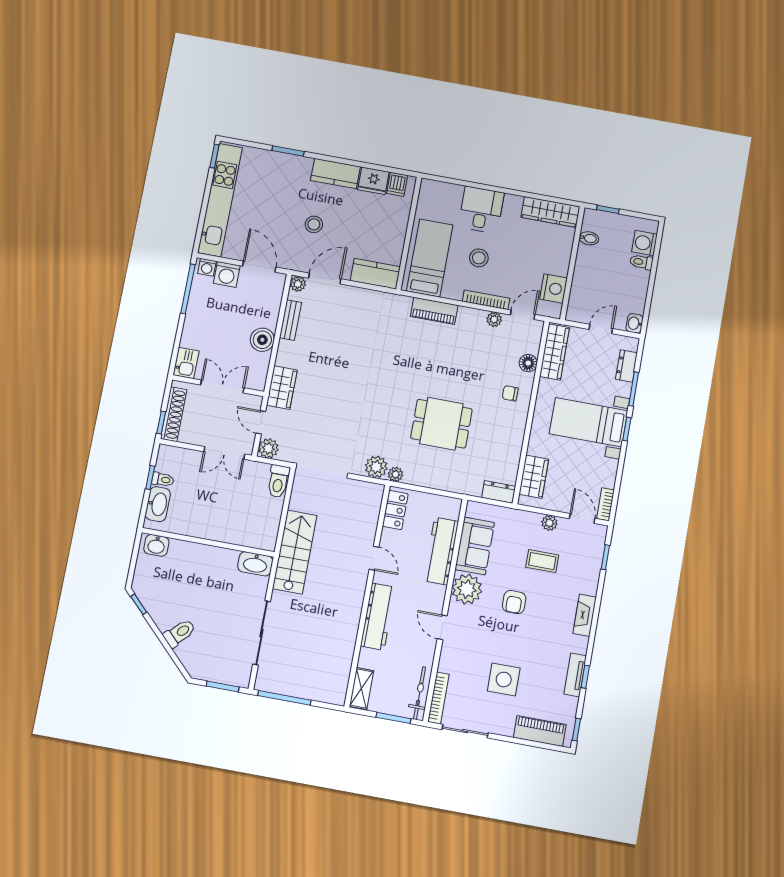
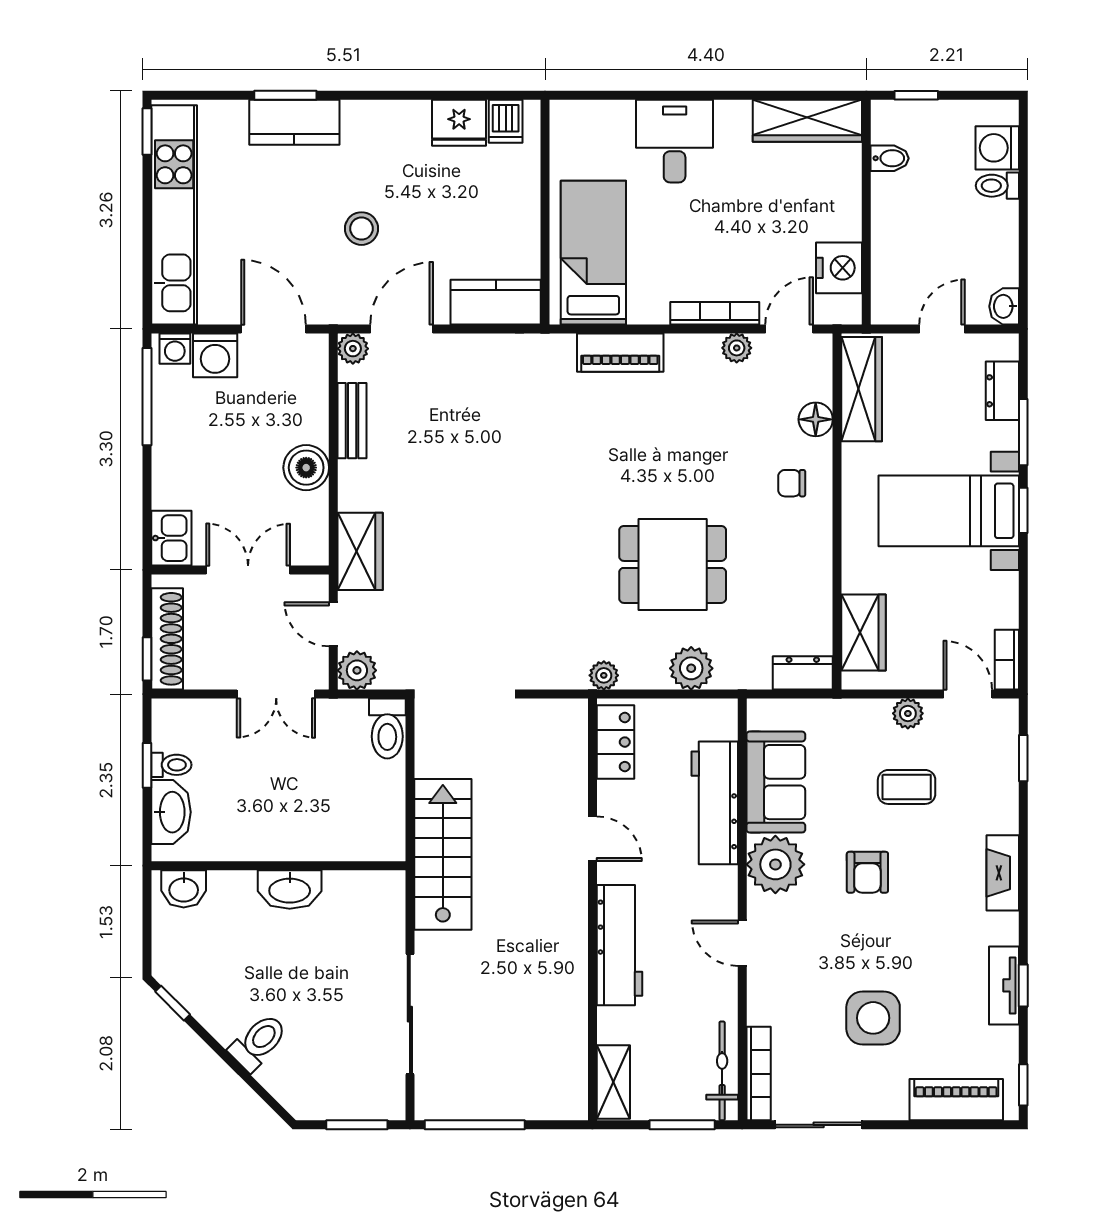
kitchen counter: (335, 174) -> (294, 122), moved
stool: (479, 258) -> (687, 235), removed
plant: (376, 467) -> (691, 668), moved
washbasin: (255, 564) -> (290, 889), moved

